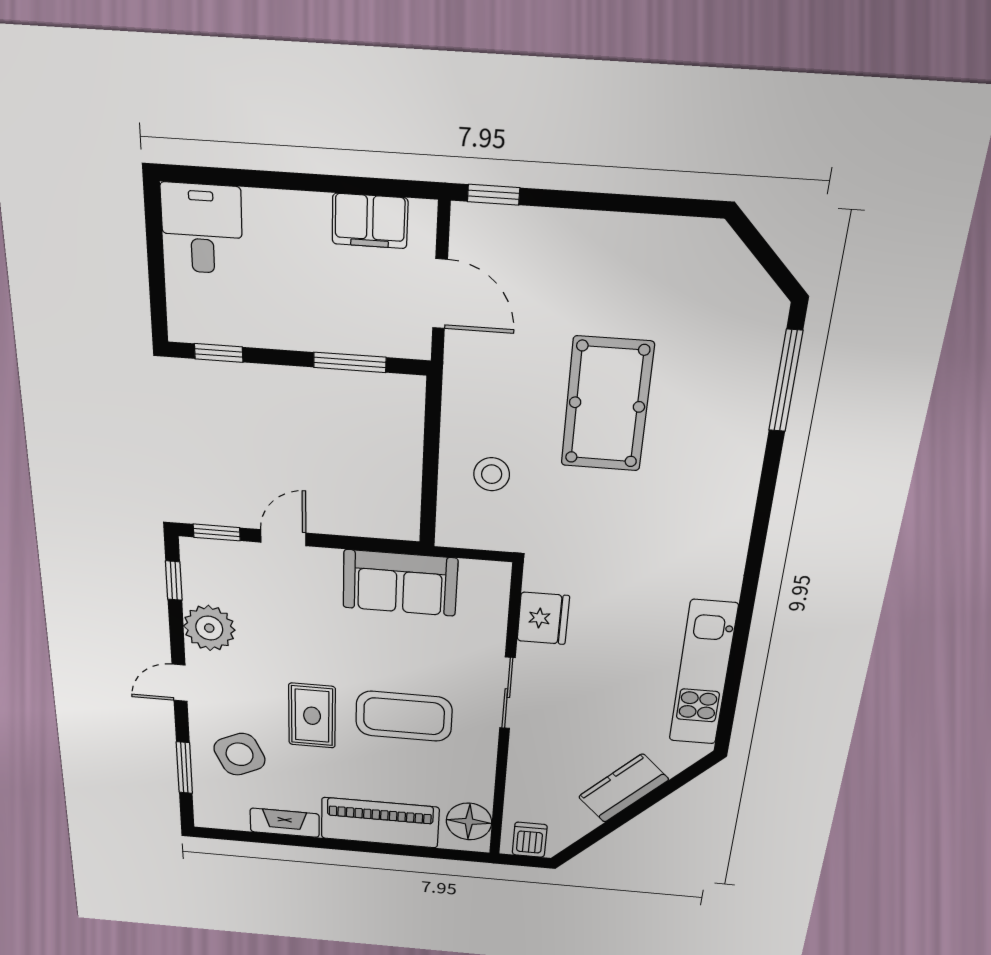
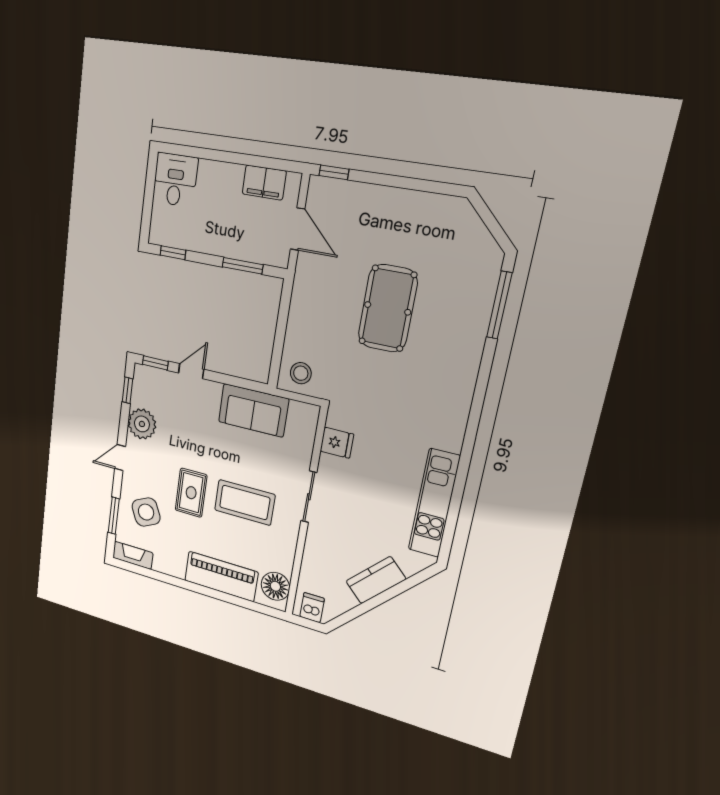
stool: (492, 474) -> (301, 373), moved
fridge: (543, 618) -> (337, 443), width x0.72
fireplace: (285, 823) -> (133, 555), moved

